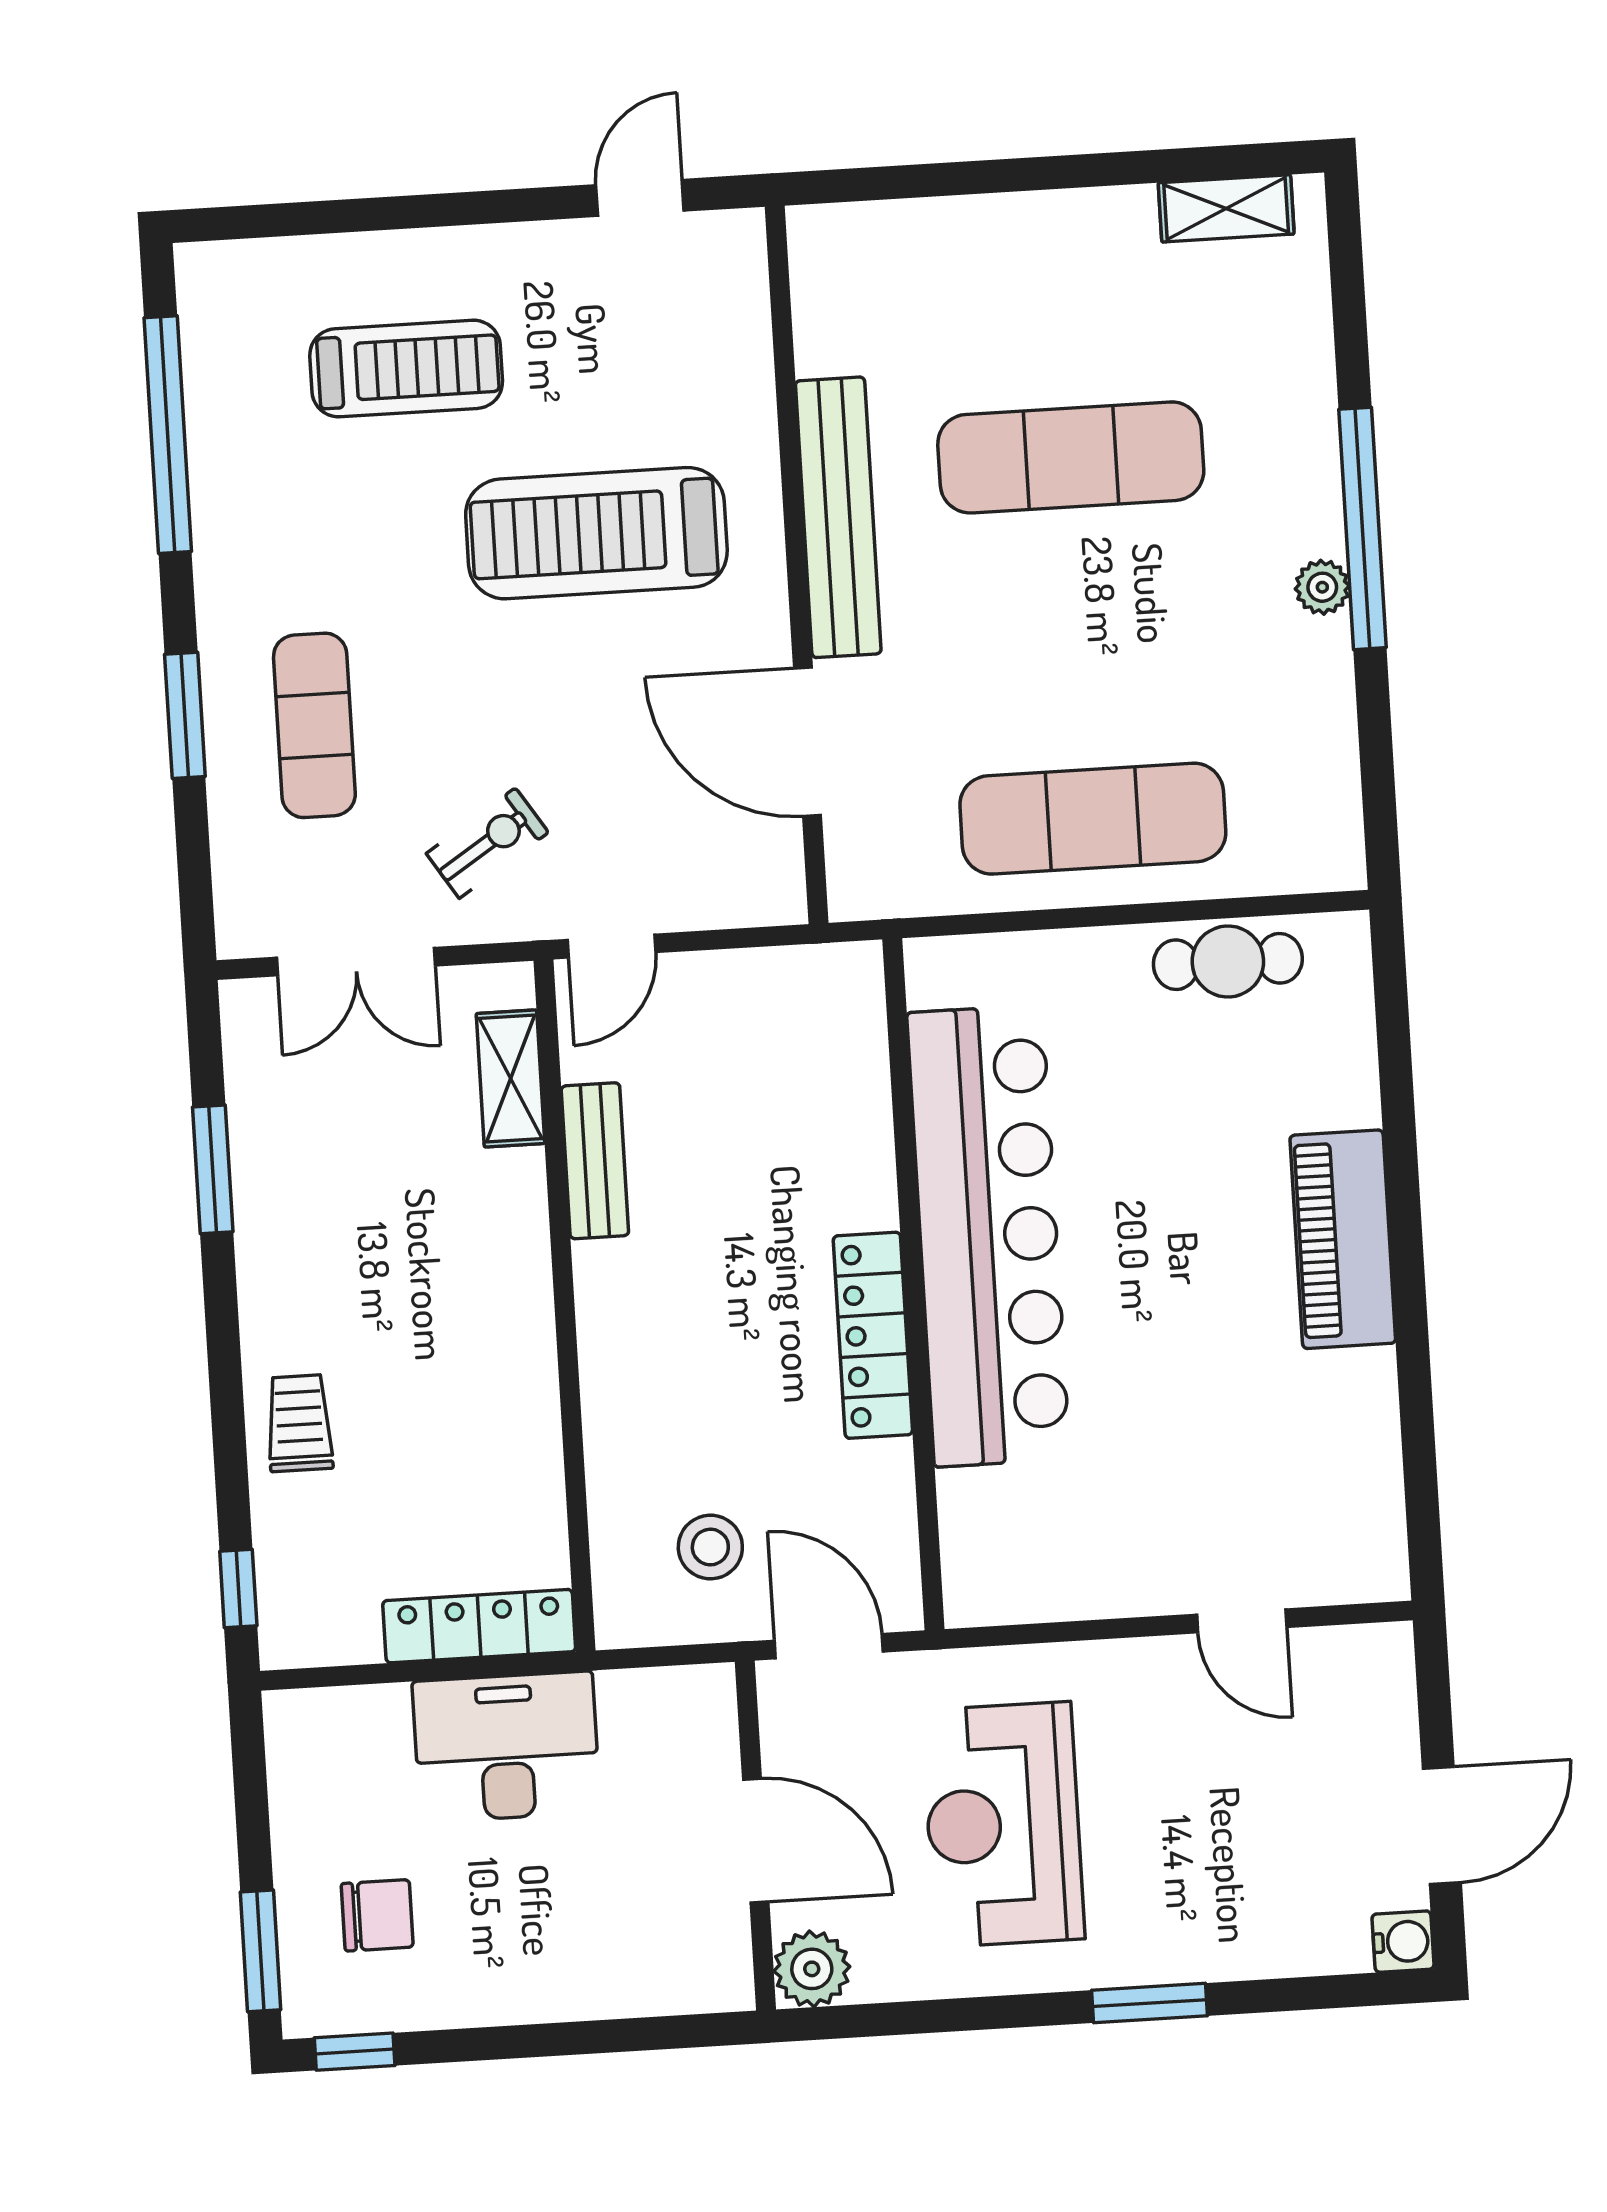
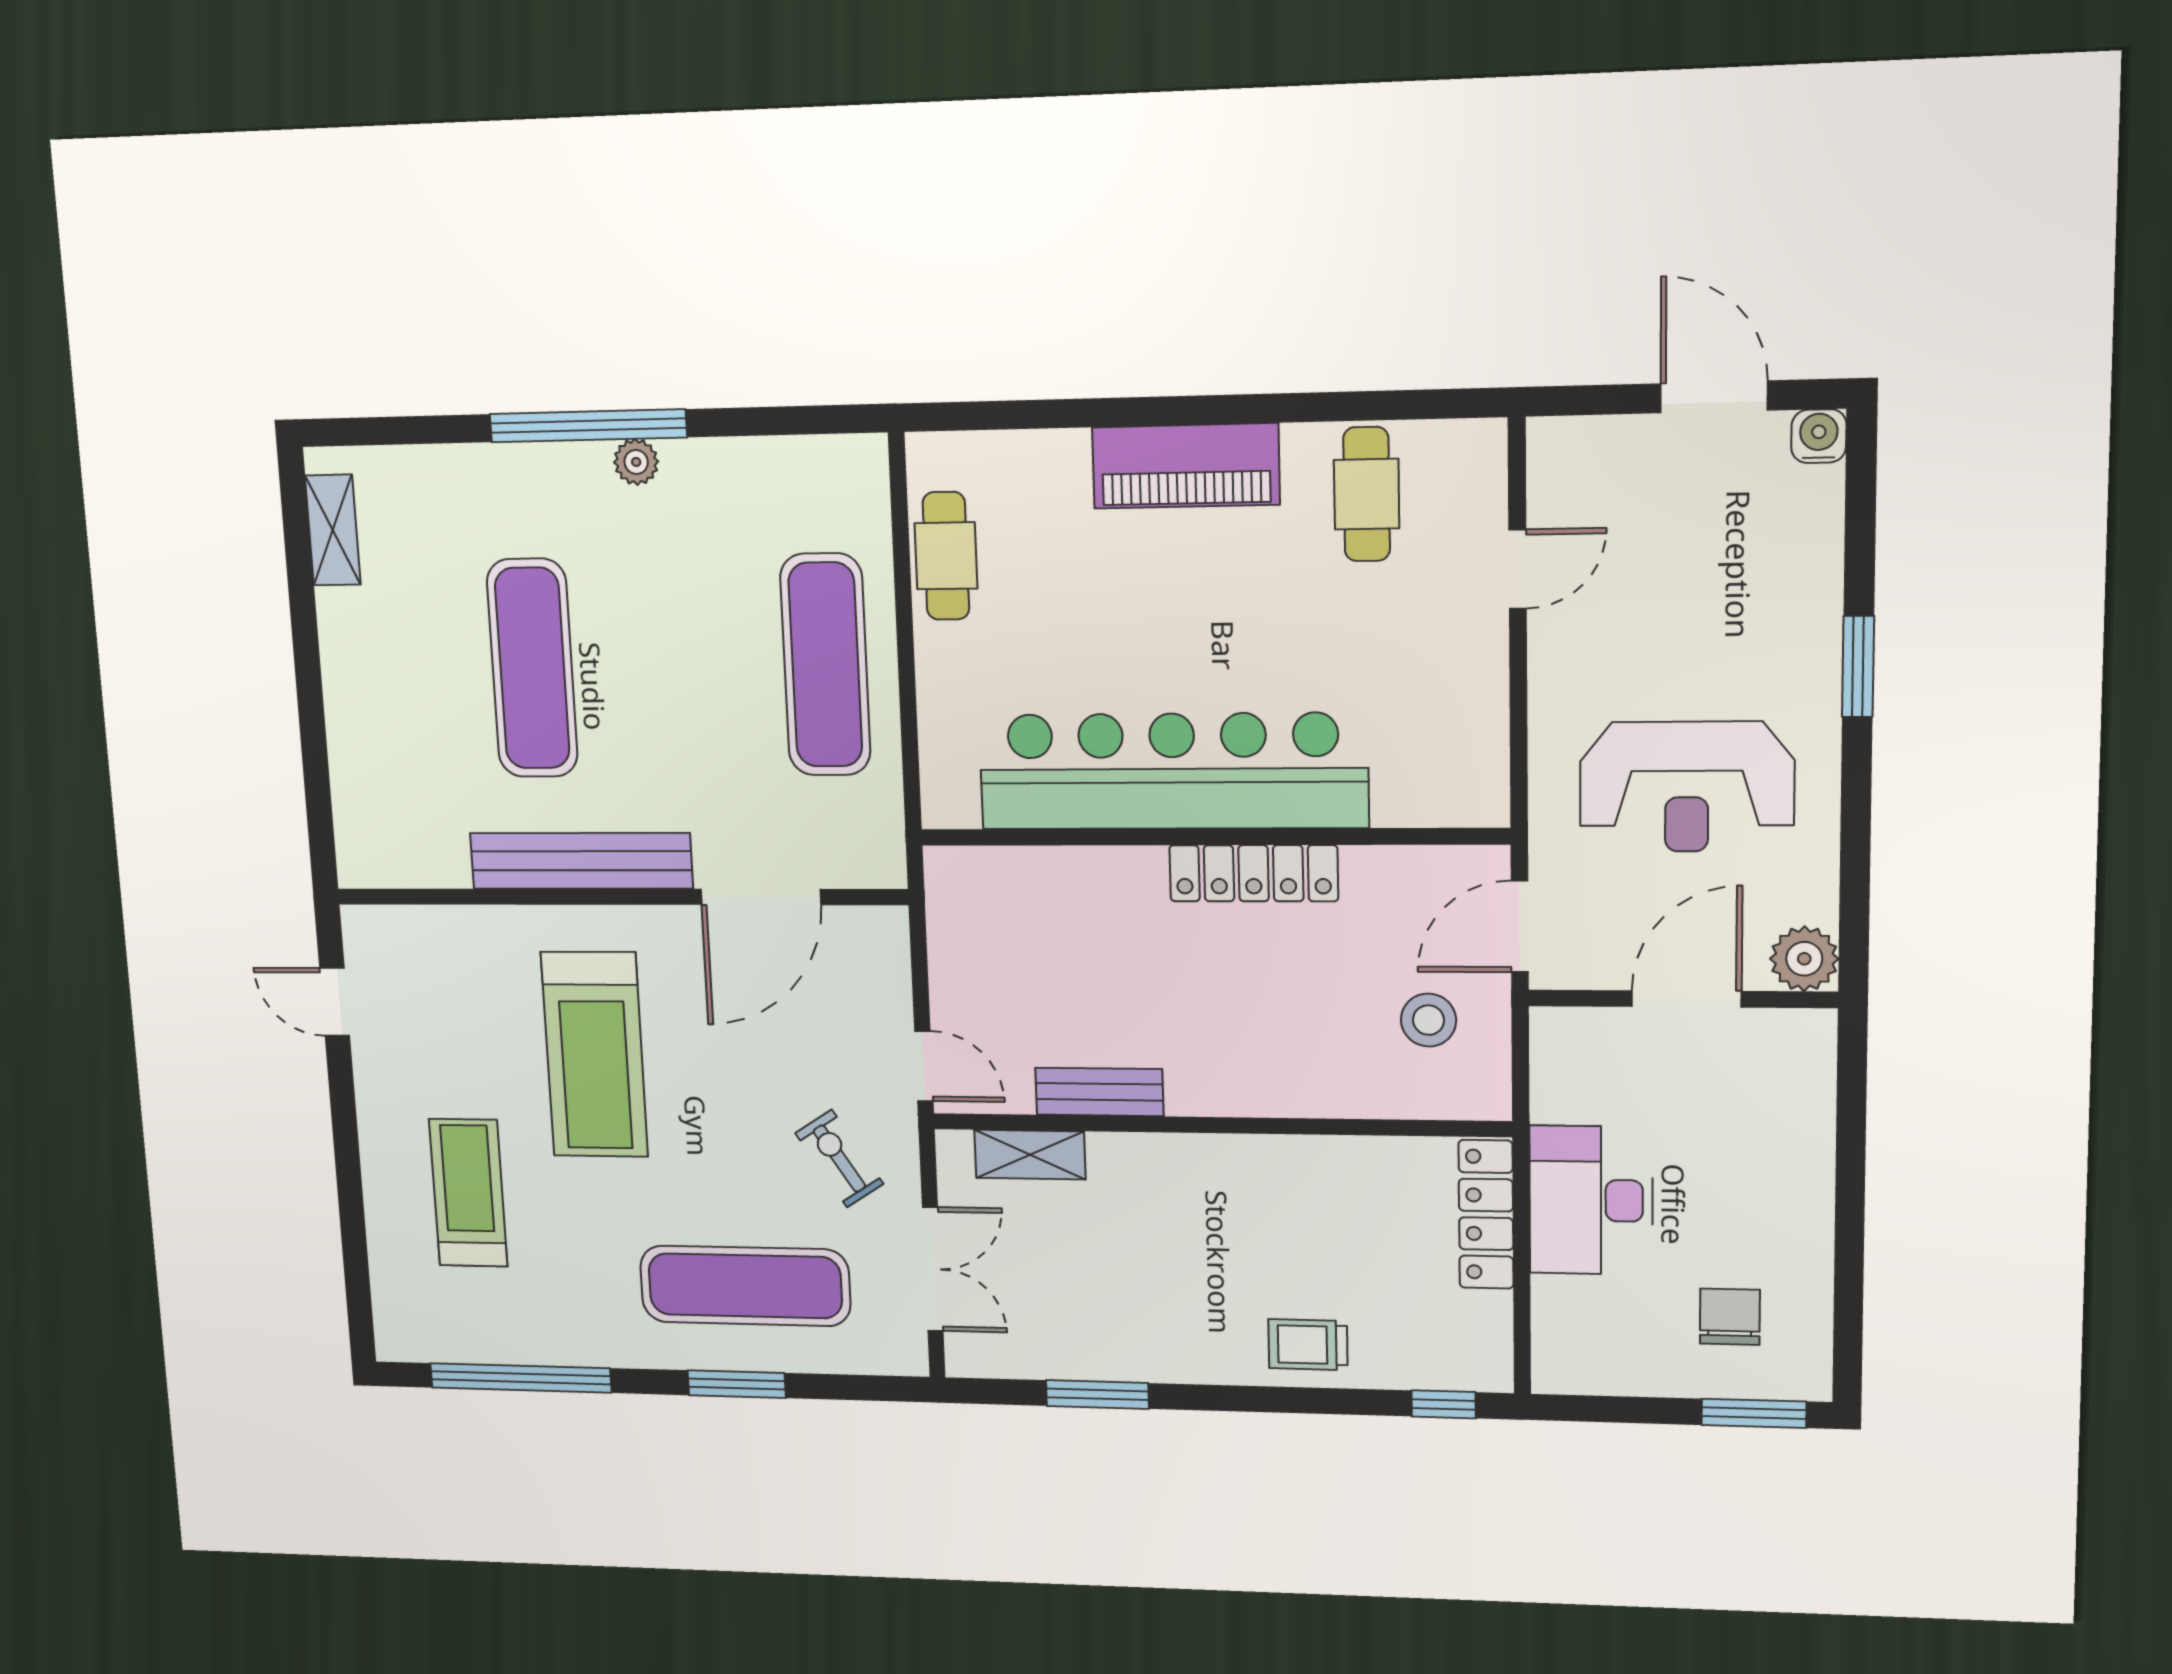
exercise mat: (314, 725) -> (745, 1286), width x1.36, depth x1.45
cafe table: (1319, 1447) -> (1367, 494), added
window: (355, 2052) -> (1848, 1345), removed

